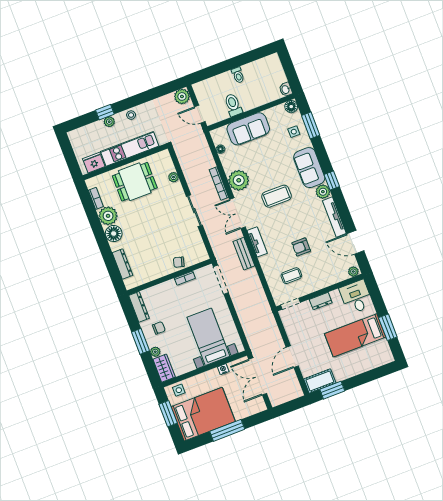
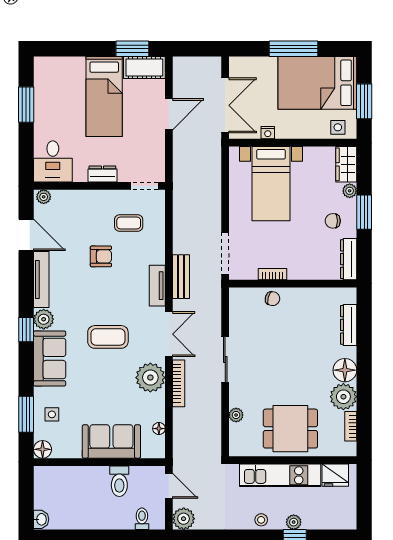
toilet: (238, 75) -> (142, 519), moved
washbasin: (286, 89) -> (41, 519), moved
bed: (355, 335) -> (104, 96), moved, turned 90

